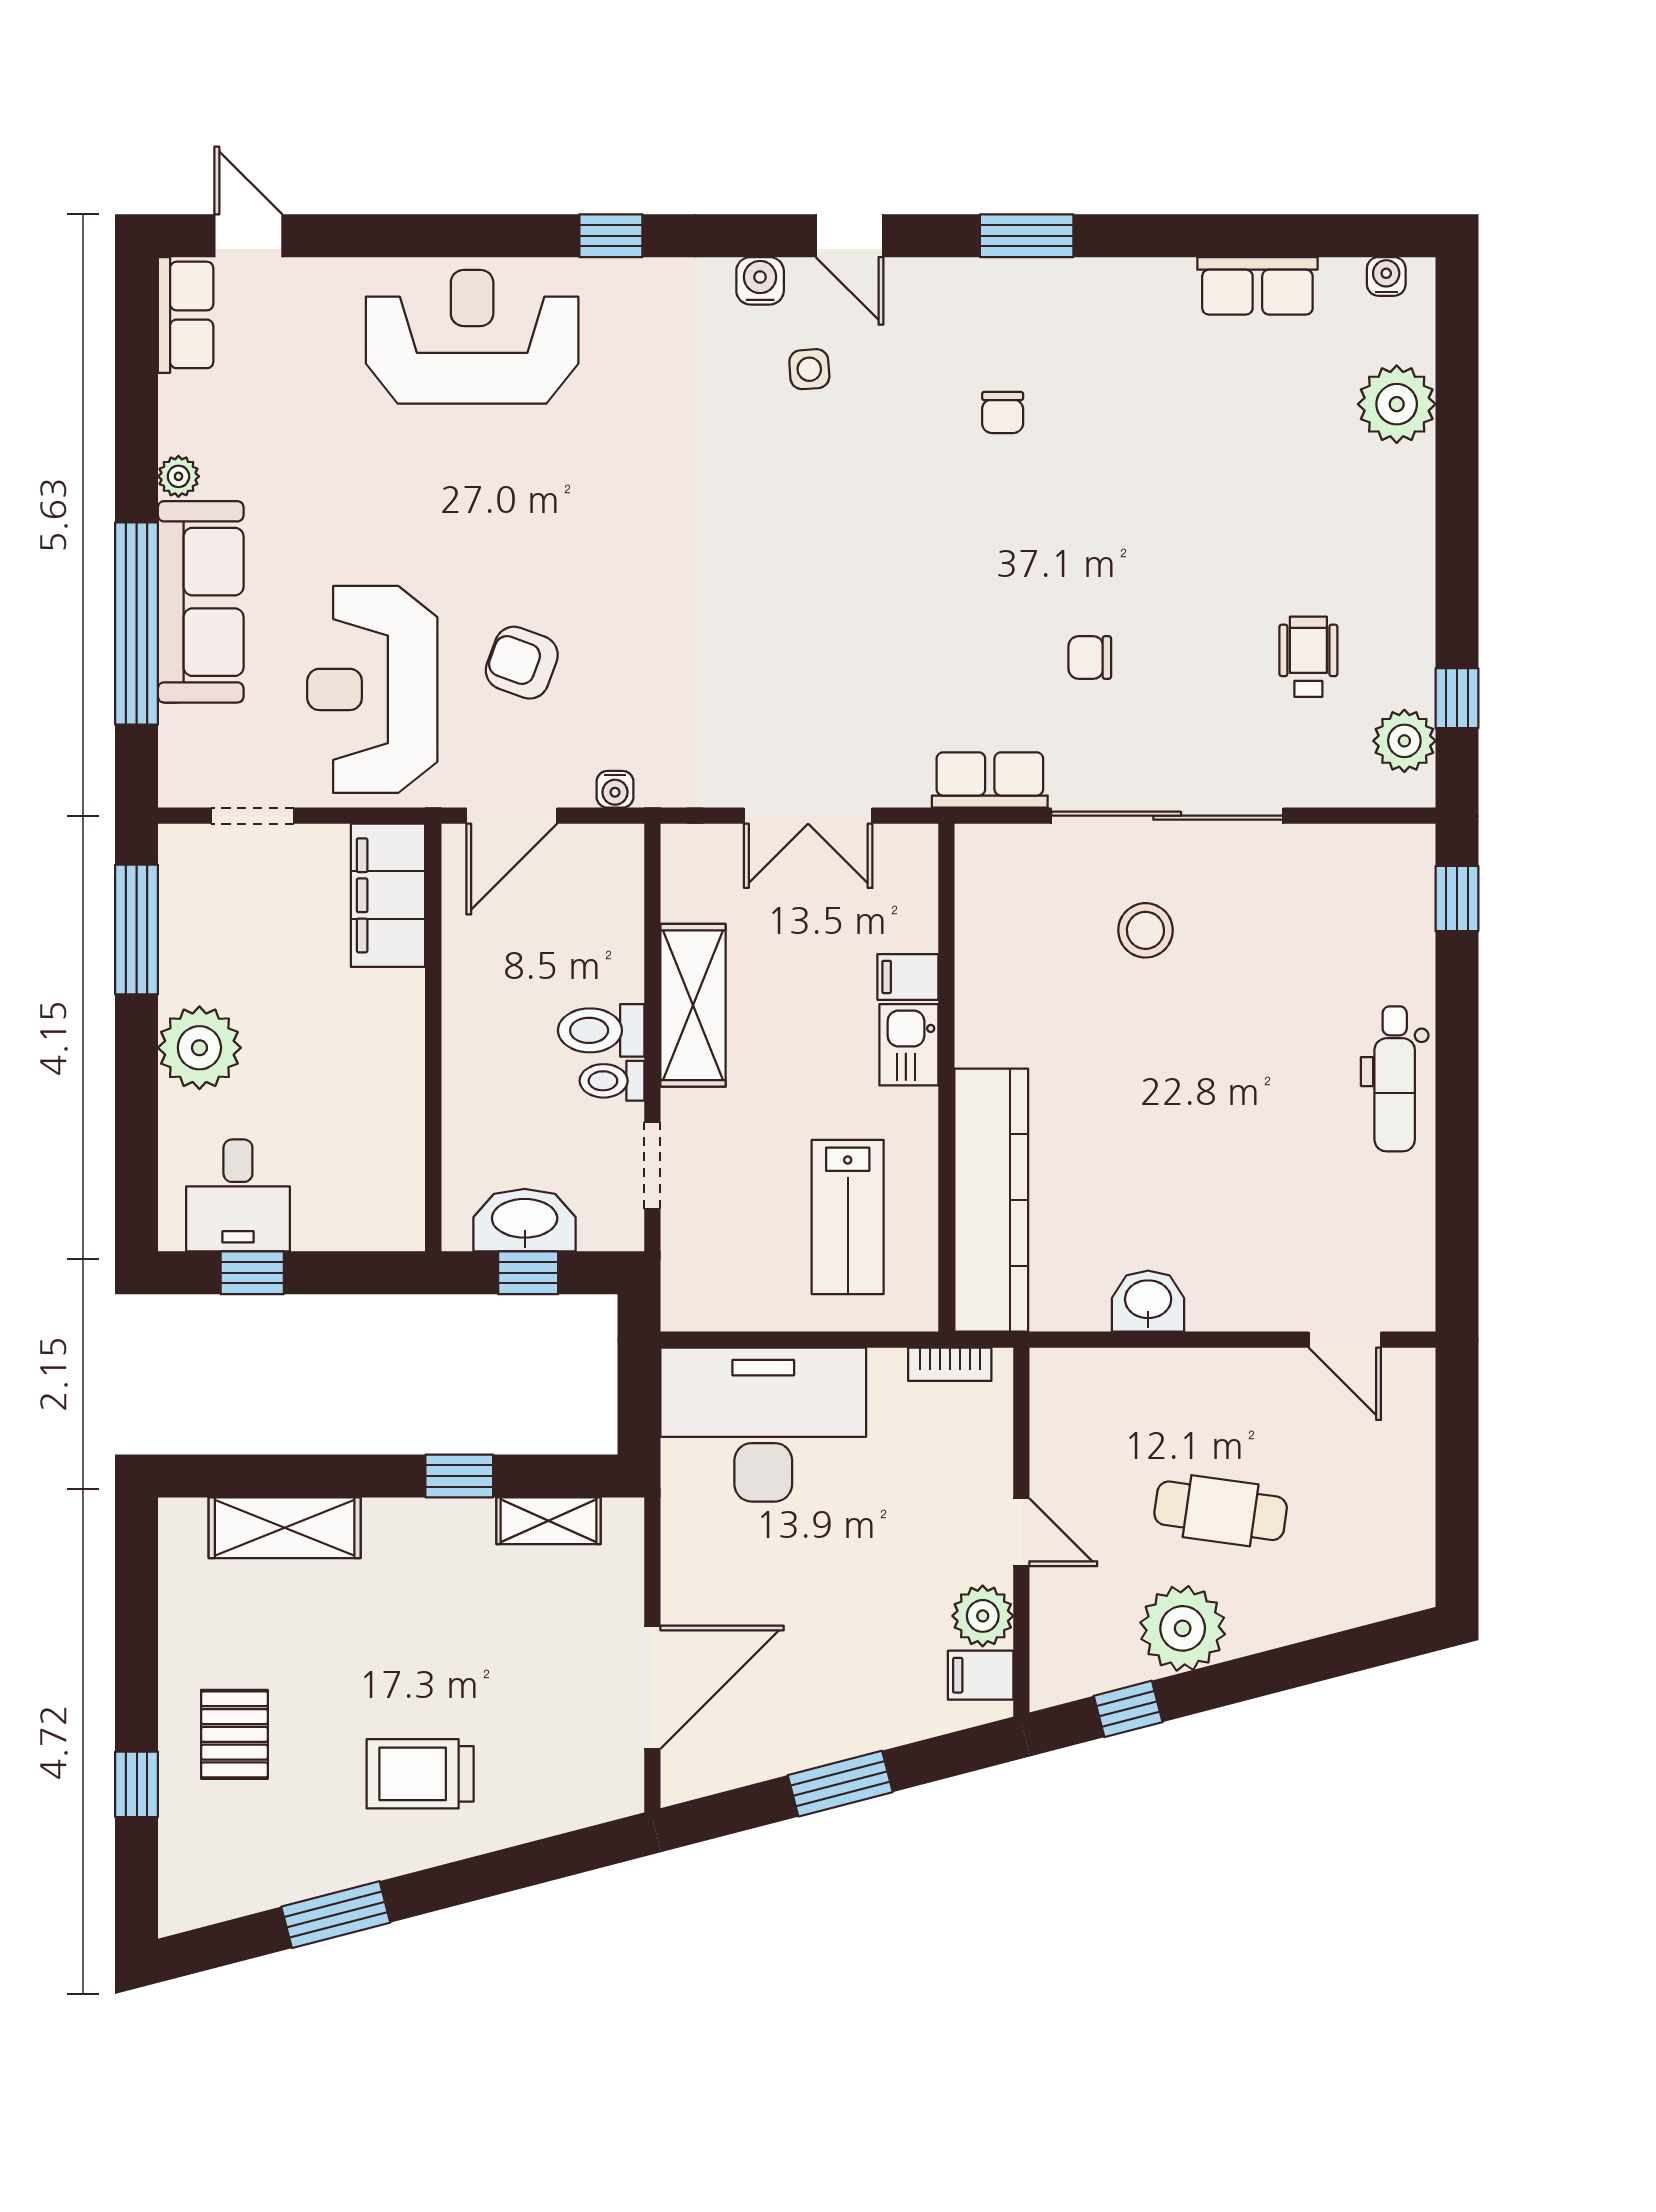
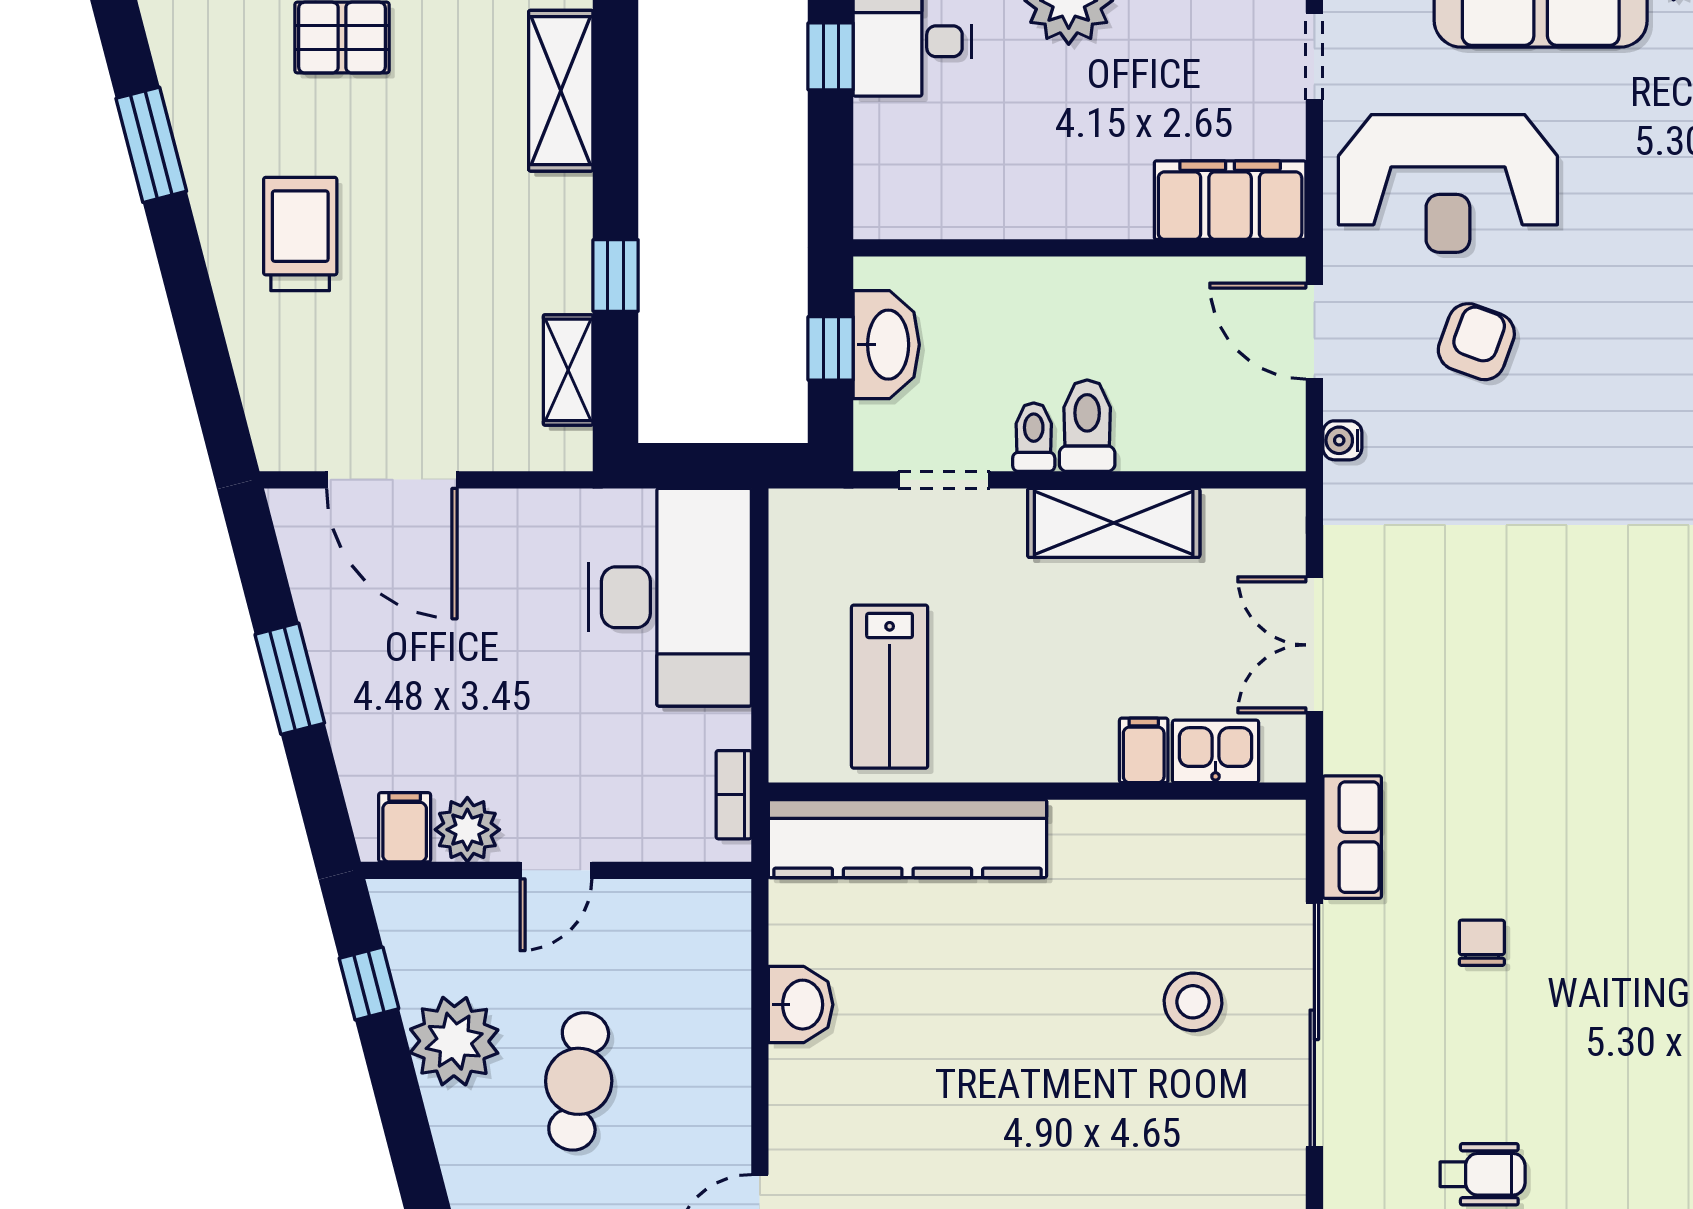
reception desk: (372, 689) -> (1448, 183), turned 180
kitchen sink: (909, 1045) -> (1216, 751), moved
lab bench: (848, 1217) -> (890, 687), turned -90

